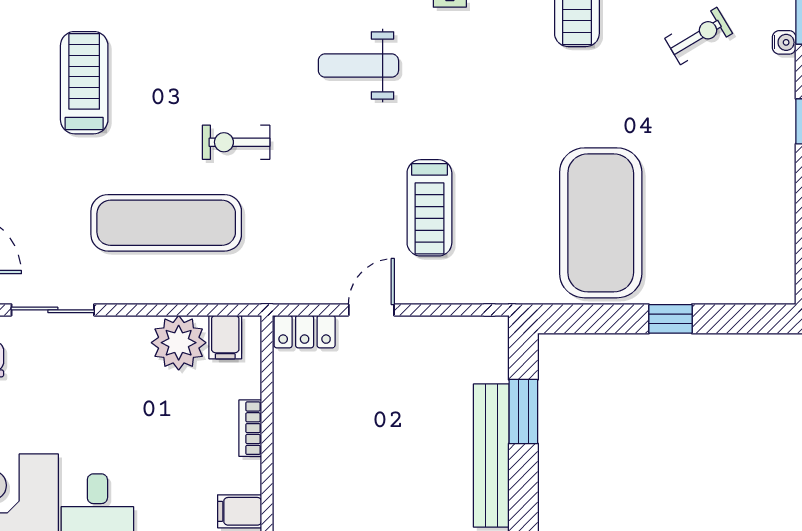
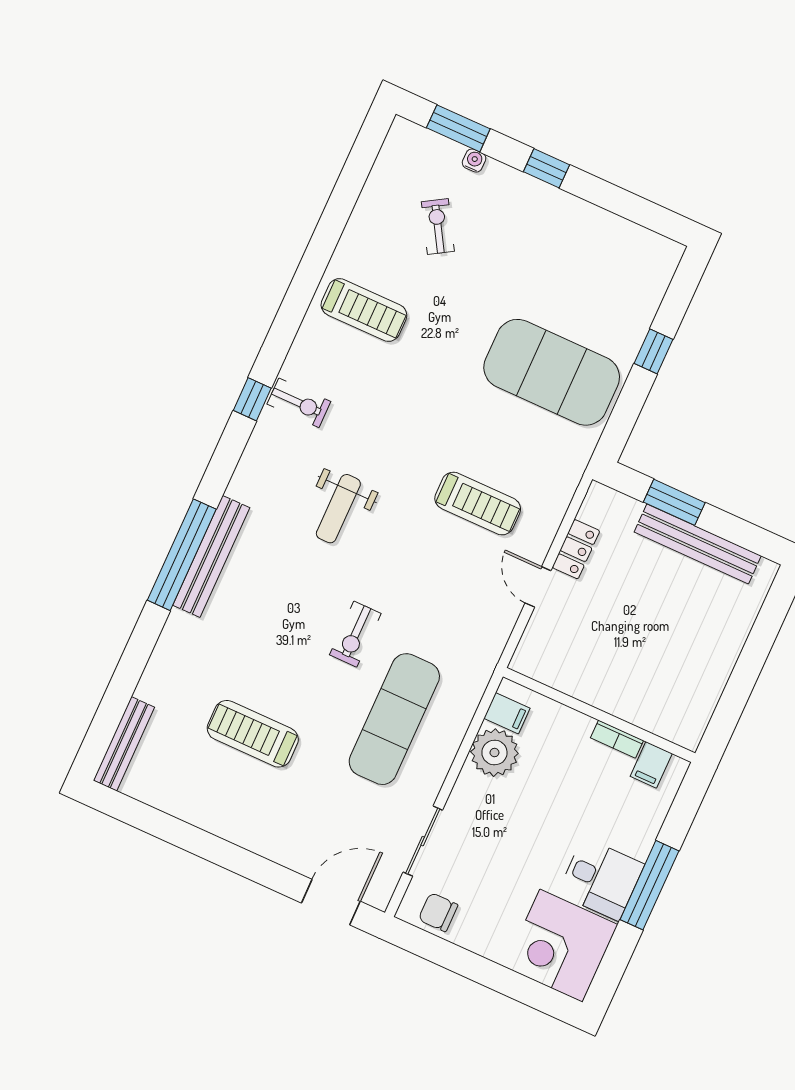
locker: (305, 332) -> (576, 549), moved
bookcase: (250, 428) -> (617, 739), moved

